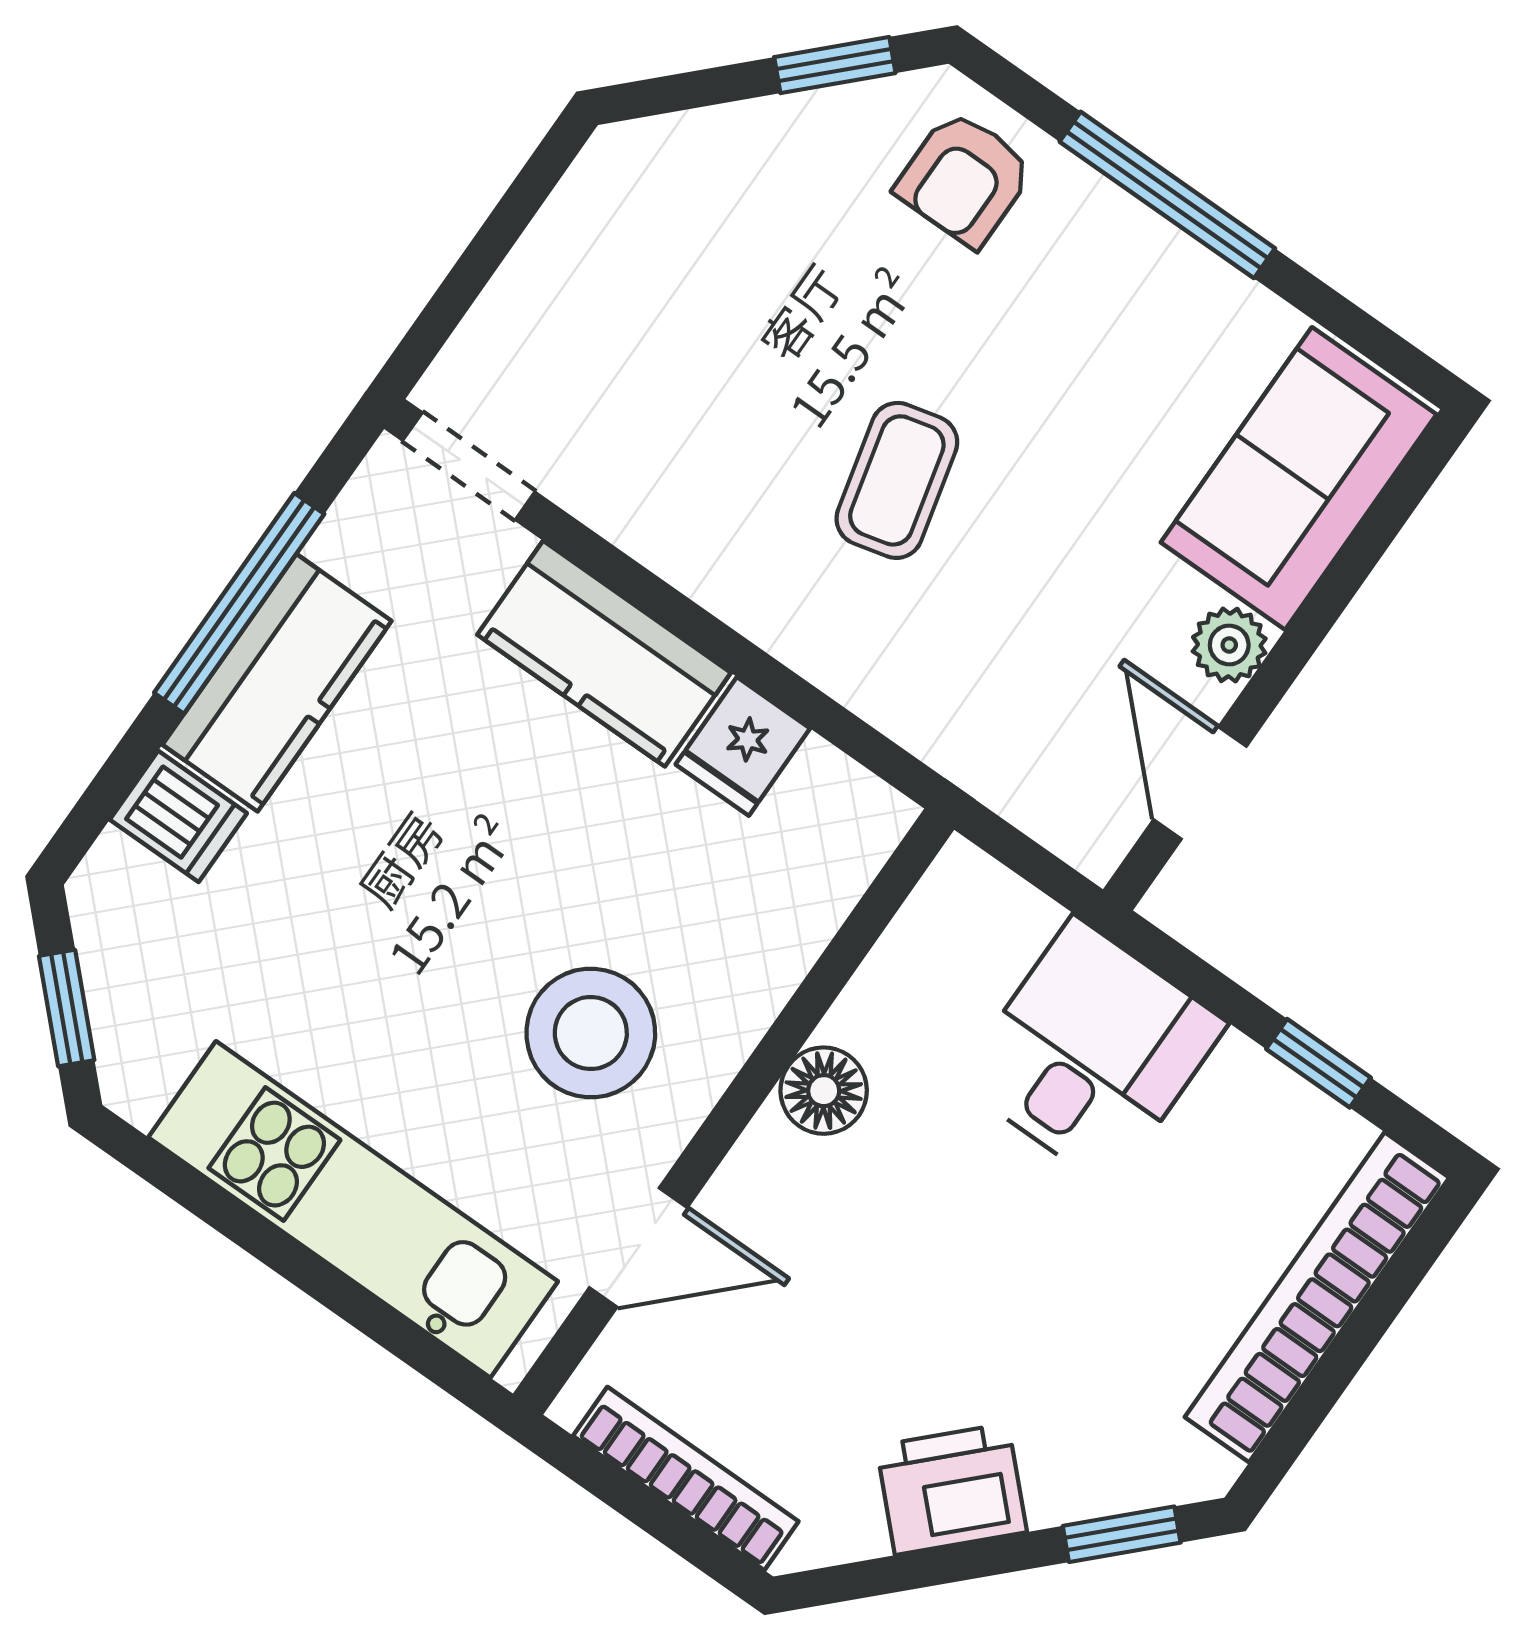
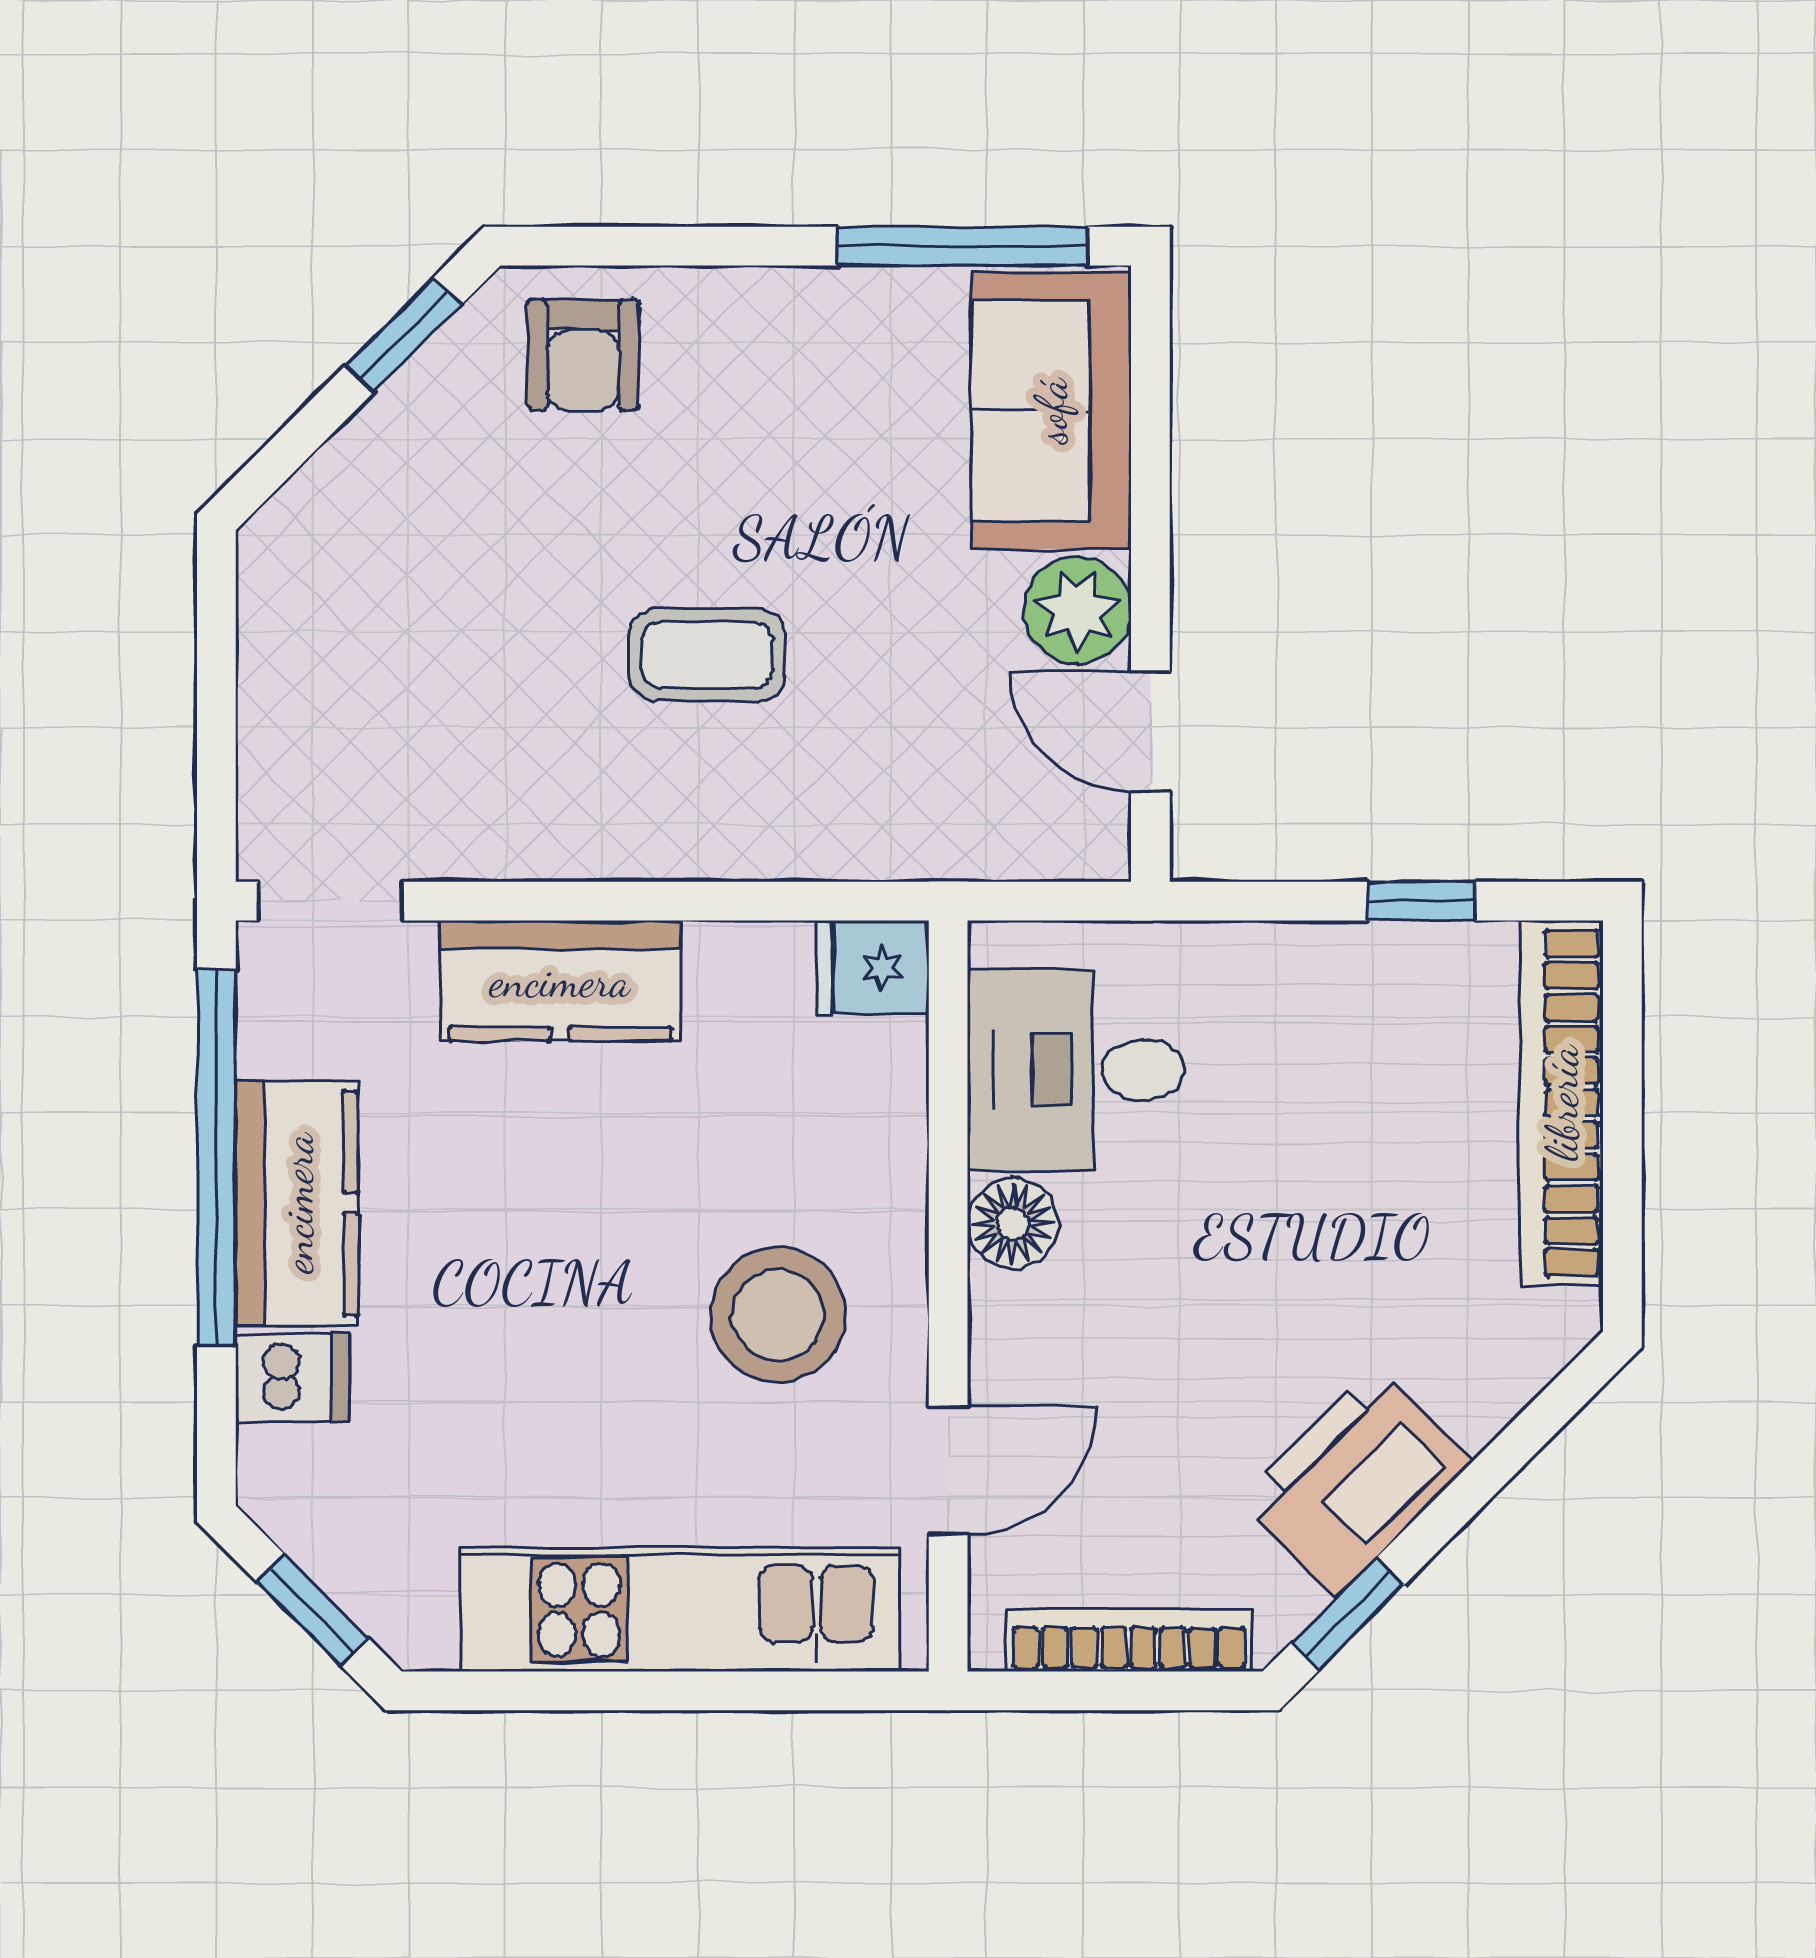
window: (1167, 195) -> (962, 246), moved
coffee table: (897, 480) -> (707, 655), turned -76
window: (239, 603) -> (216, 1158), width x1.46
plant: (1229, 645) -> (1078, 610), width x1.38, depth x1.38
fridge: (743, 746) -> (873, 967), moved, turned 90
desk: (1092, 1052) -> (1076, 1070), moved, turned -90
printer: (951, 1489) -> (1355, 1481), width x1.37, depth x1.19
window: (1122, 1534) -> (1348, 1613), moved

